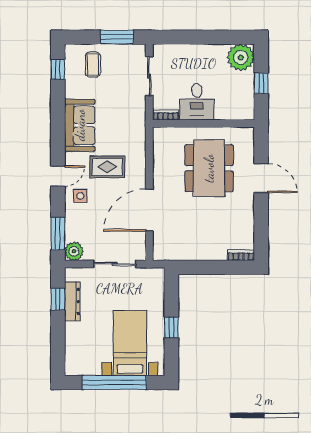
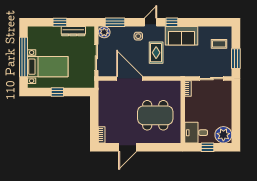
window: (58, 69) -> (172, 22), moved
desk: (197, 102) -> (196, 133), moved
door: (58, 176) -> (150, 22), swing flipped
door: (261, 178) -> (128, 147), moved
window: (58, 299) -> (60, 22), moved

